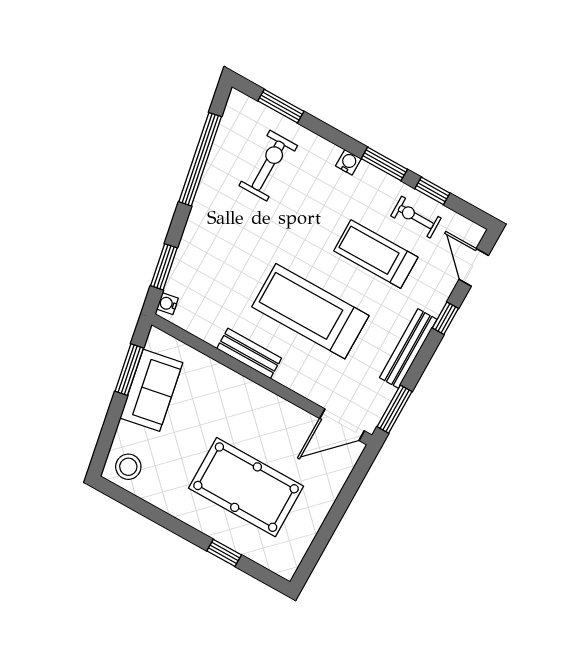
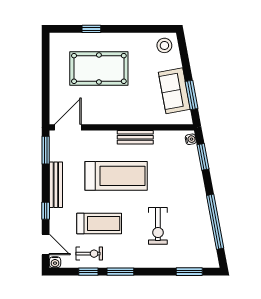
water cooler: (348, 162) -> (55, 262), moved
exercise bike: (268, 166) -> (158, 226), moved

